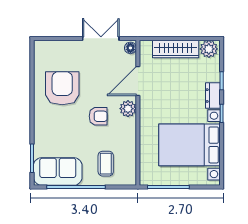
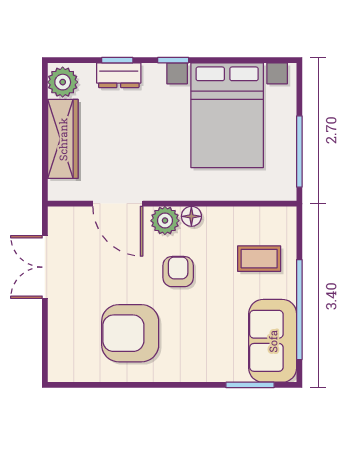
floor lamp: (130, 48) -> (191, 216), moved
dresser: (213, 96) -> (119, 75), moved

